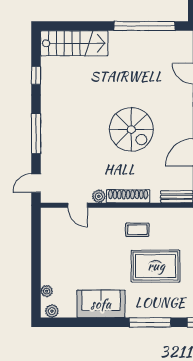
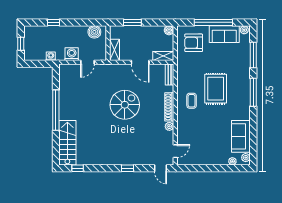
window: (144, 26) -> (56, 110), moved
window: (36, 75) -> (78, 168), moved
window: (36, 134) -> (128, 168), width x0.46
door: (78, 205) -> (175, 151), moved
sofa: (101, 304) -> (241, 136), moved

